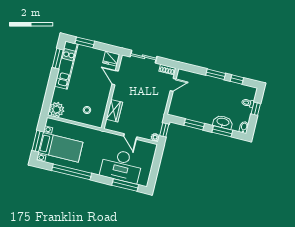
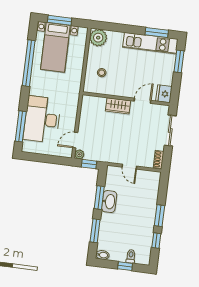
door: (173, 85) -> (129, 167), moved
wardrobe: (114, 111) -> (118, 106), moved
washbasin: (223, 122) -> (109, 202), moved
door: (130, 136) -> (75, 140), moved

